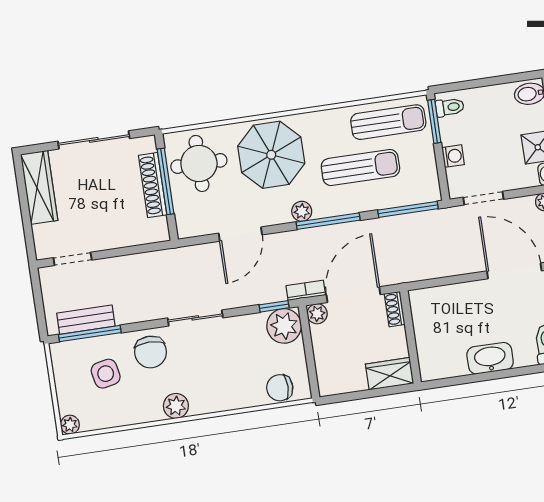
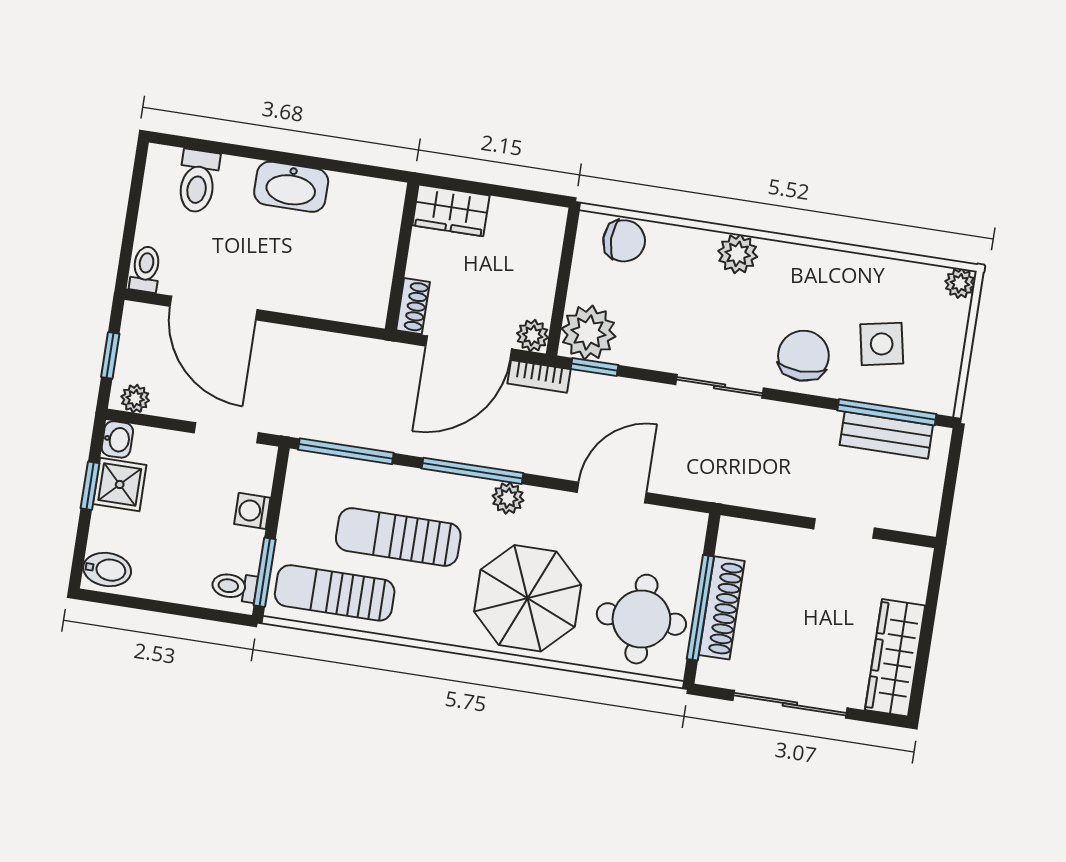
doorway: (73, 259) -> (844, 528), moved
plant: (176, 406) -> (738, 254), moved

